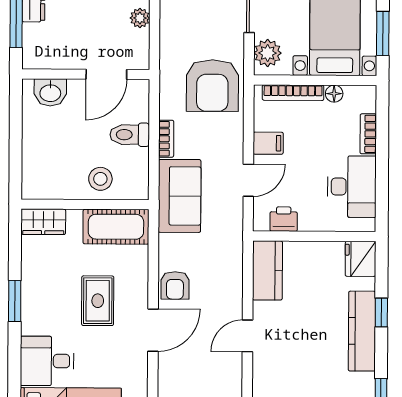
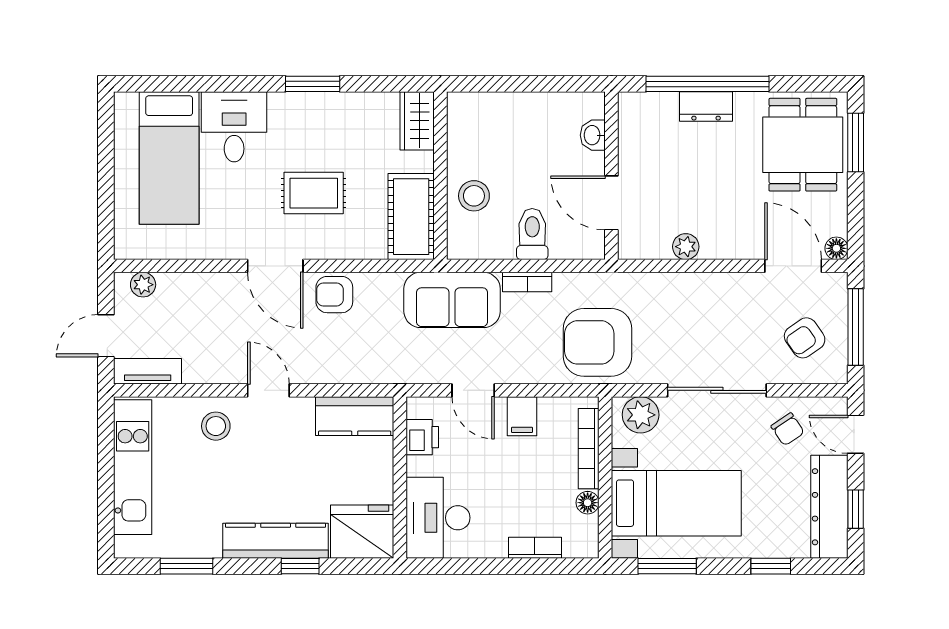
washbasin: (50, 92) -> (593, 135), width x0.72, depth x0.69
desk: (352, 187) -> (438, 518), moved, turned 90
fridge: (360, 259) -> (362, 532), width x1.36, depth x1.34
stool: (274, 376) -> (216, 426), added

